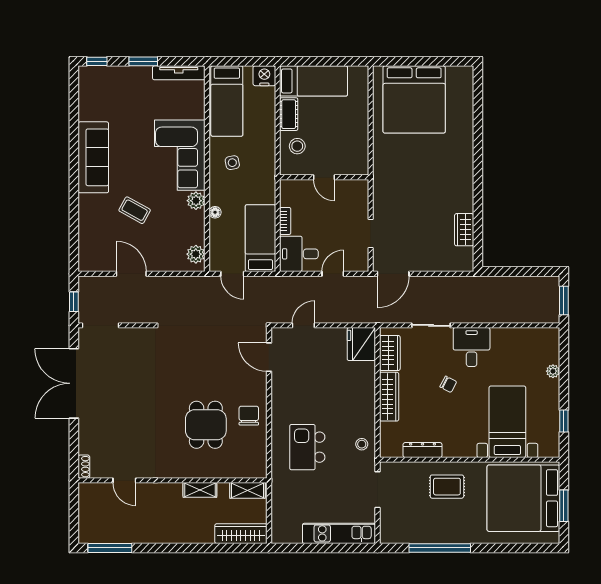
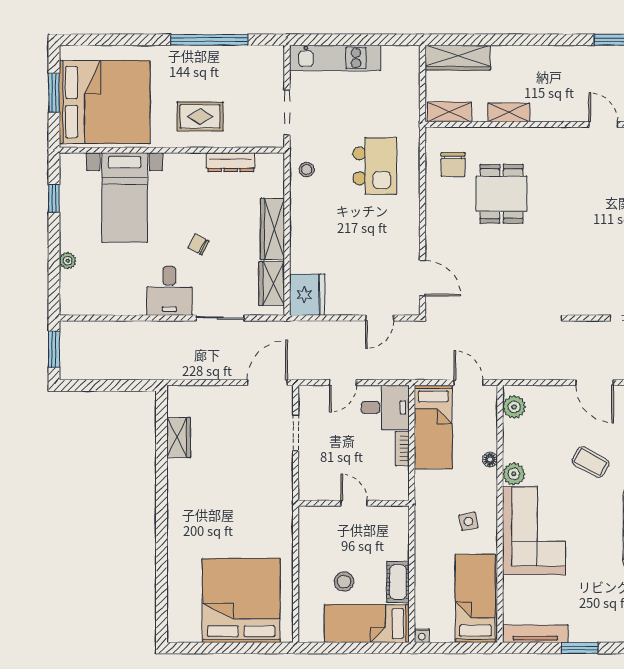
nightstand: (264, 76) -> (422, 636), width x0.53, depth x0.56
stool: (297, 146) -> (344, 582), moved
chair: (249, 416) -> (453, 164), moved

